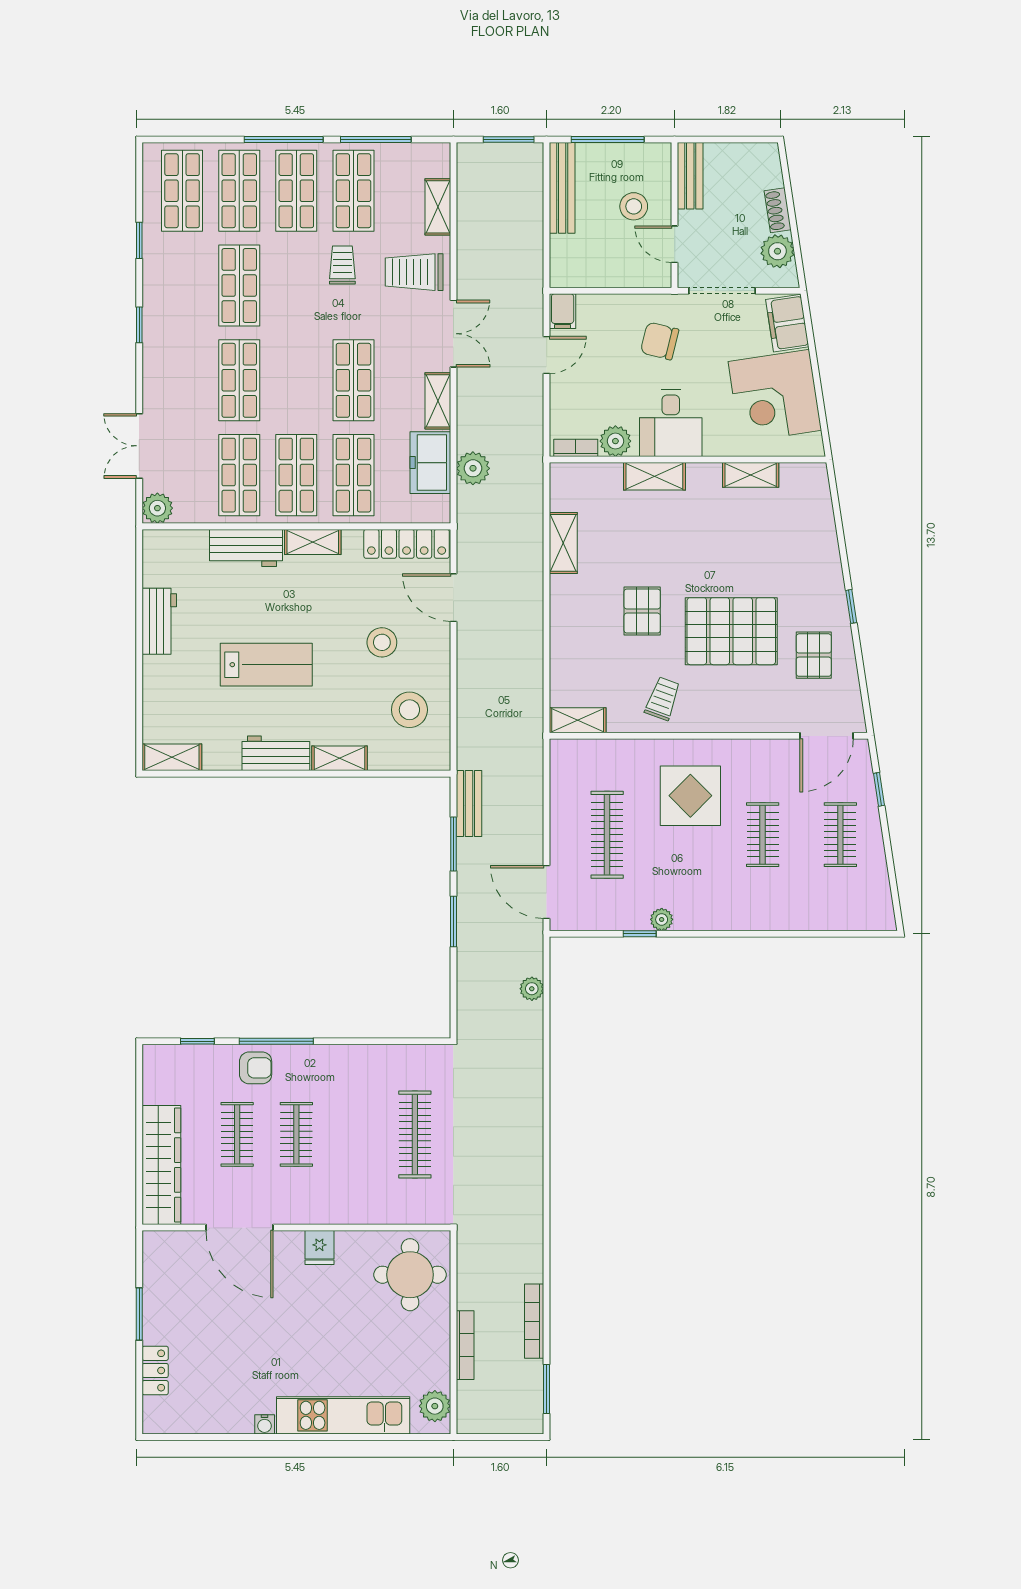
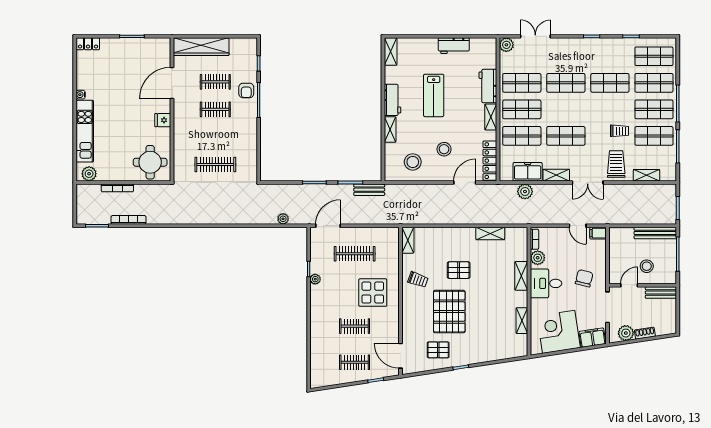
locker: (155, 1370) -> (88, 44), moved

